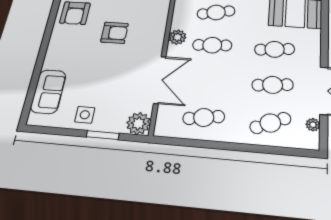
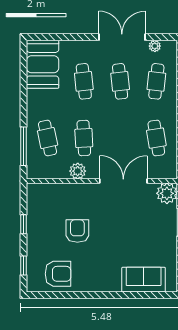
side table: (85, 115) -> (163, 242), removed
cafe table: (270, 123) -> (156, 81), turned 30

